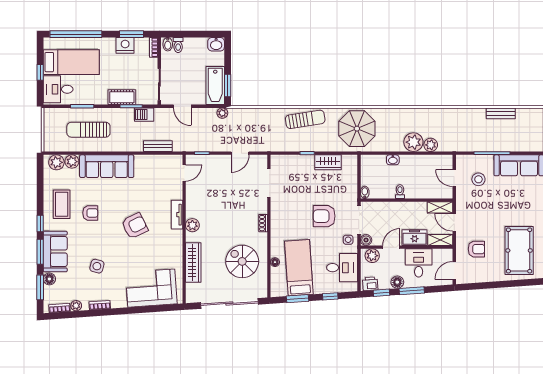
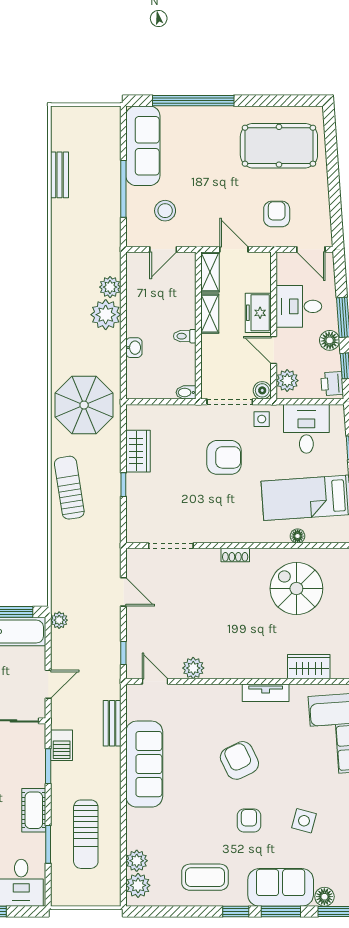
cot: (122, 97) -> (34, 810), moved
sofa: (107, 166) -> (144, 764), moved
armchair: (90, 213) -> (249, 821), moved
tv unit: (177, 215) -> (266, 693), moved
armchair: (324, 216) -> (224, 457), turned -90
door: (454, 222) -> (234, 249), swing flipped
plant: (192, 225) -> (193, 668), moved
shelving: (440, 240) -> (210, 314), moved
spiral stairs: (242, 261) -> (296, 589), turned 90
wardrobe: (193, 262) -> (309, 667), width x0.67

